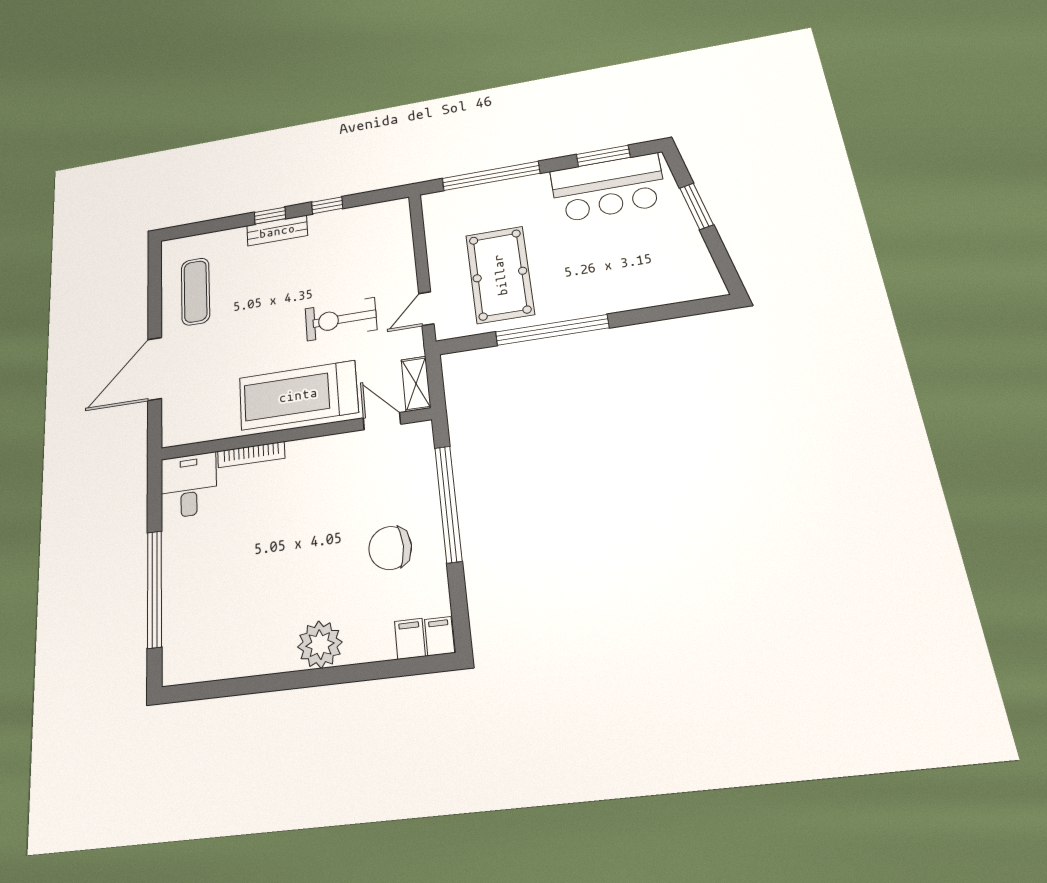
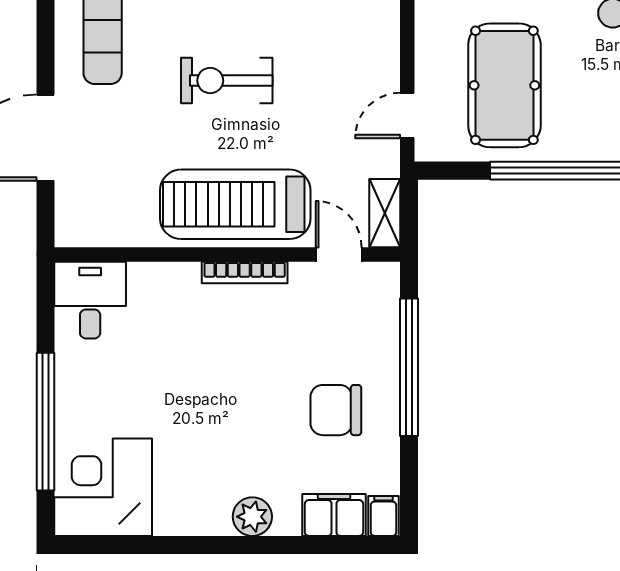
exercise bike: (341, 319) -> (227, 81), moved
bookcase: (251, 455) -> (245, 272), moved
corner desk: (201, 639) -> (103, 487), added
filing cabinet: (410, 639) -> (334, 515), width x2.00
plant: (320, 645) -> (252, 517), width x0.73, depth x0.73

